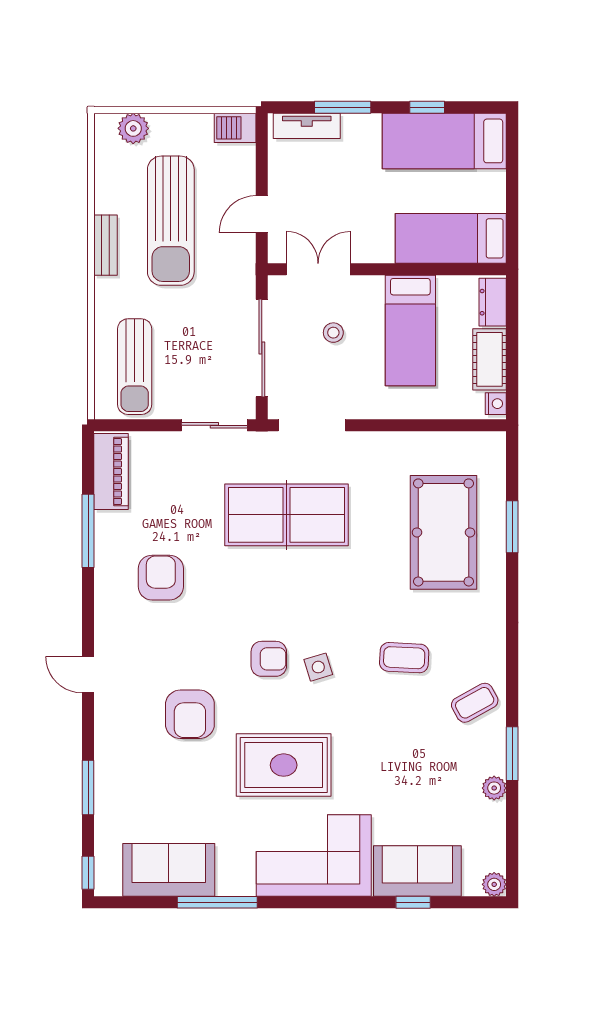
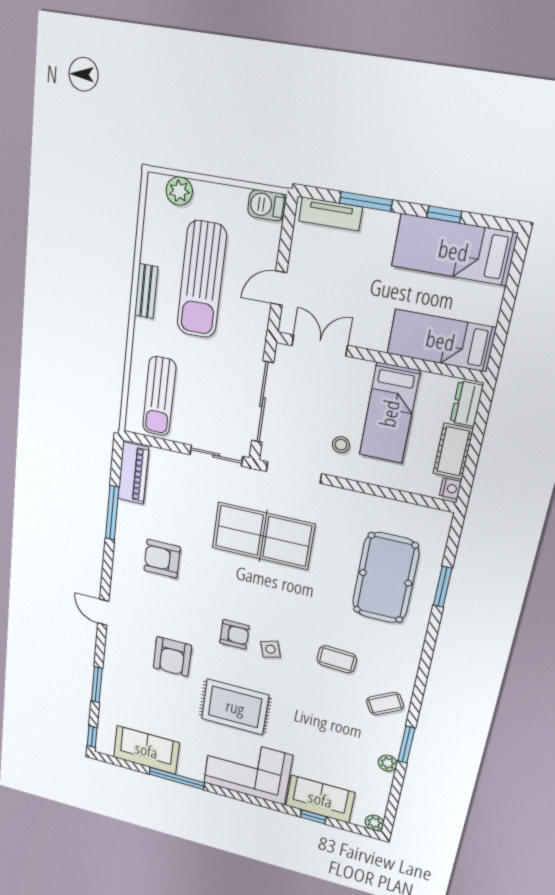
stool: (333, 333) -> (341, 445), moved
armchair: (161, 578) -> (162, 559), turned -90

